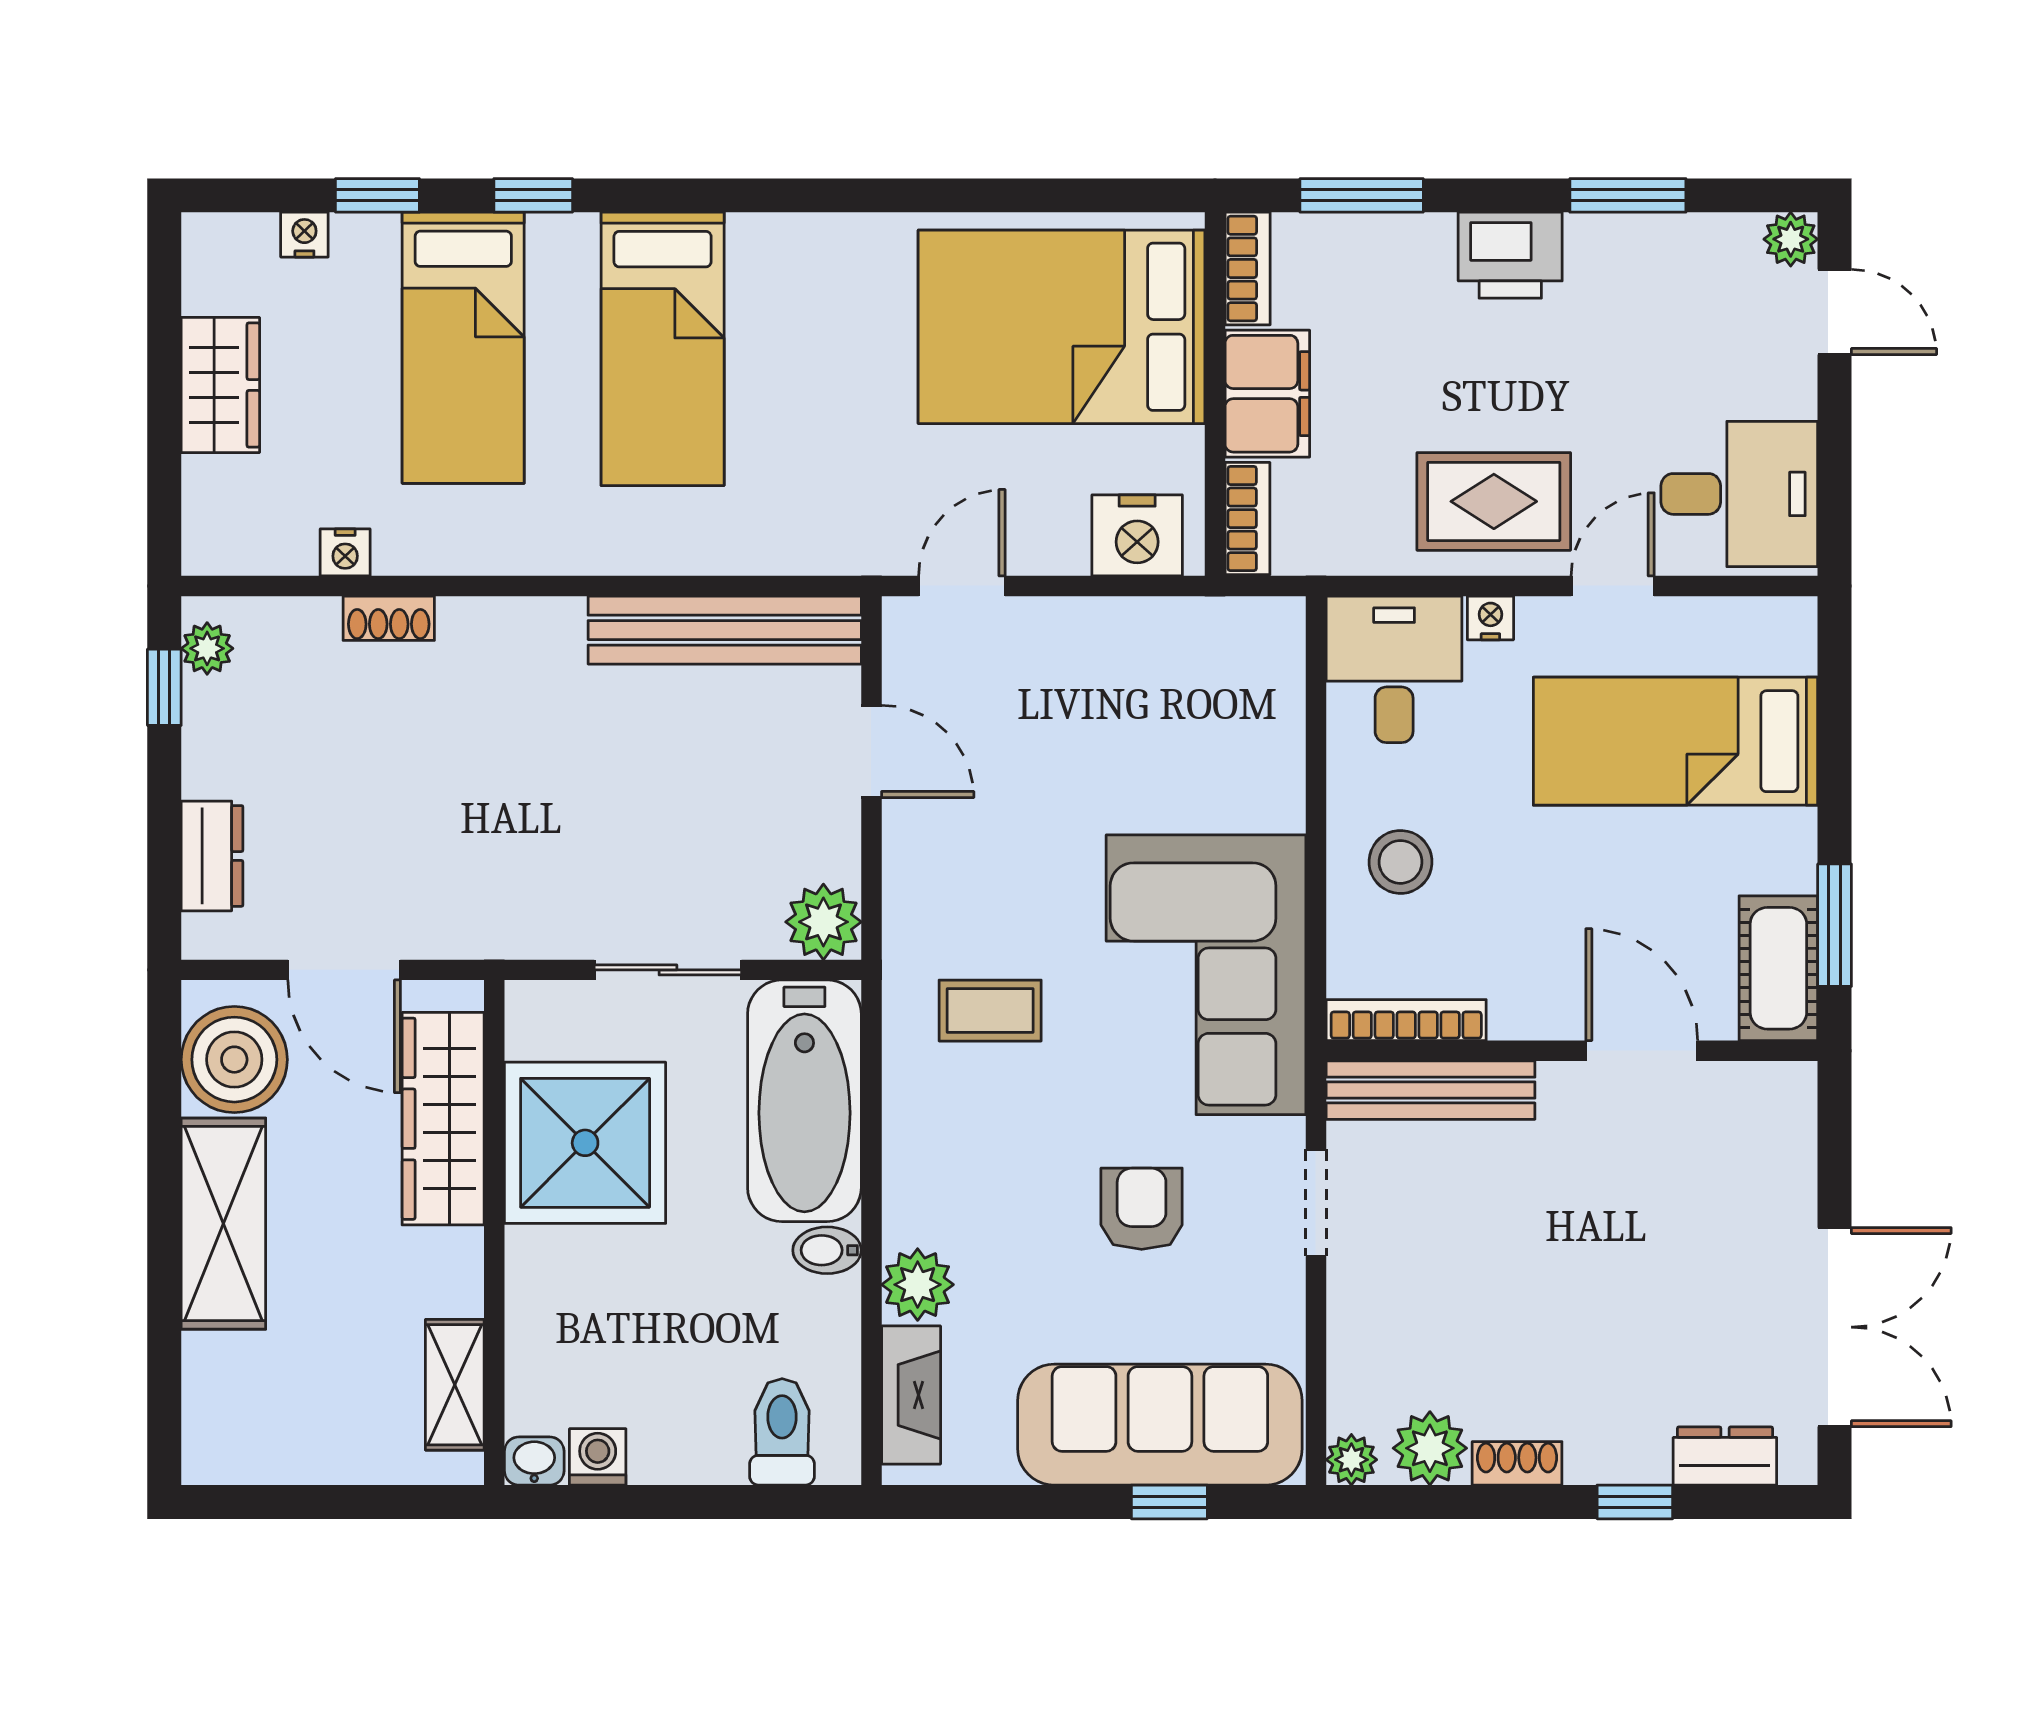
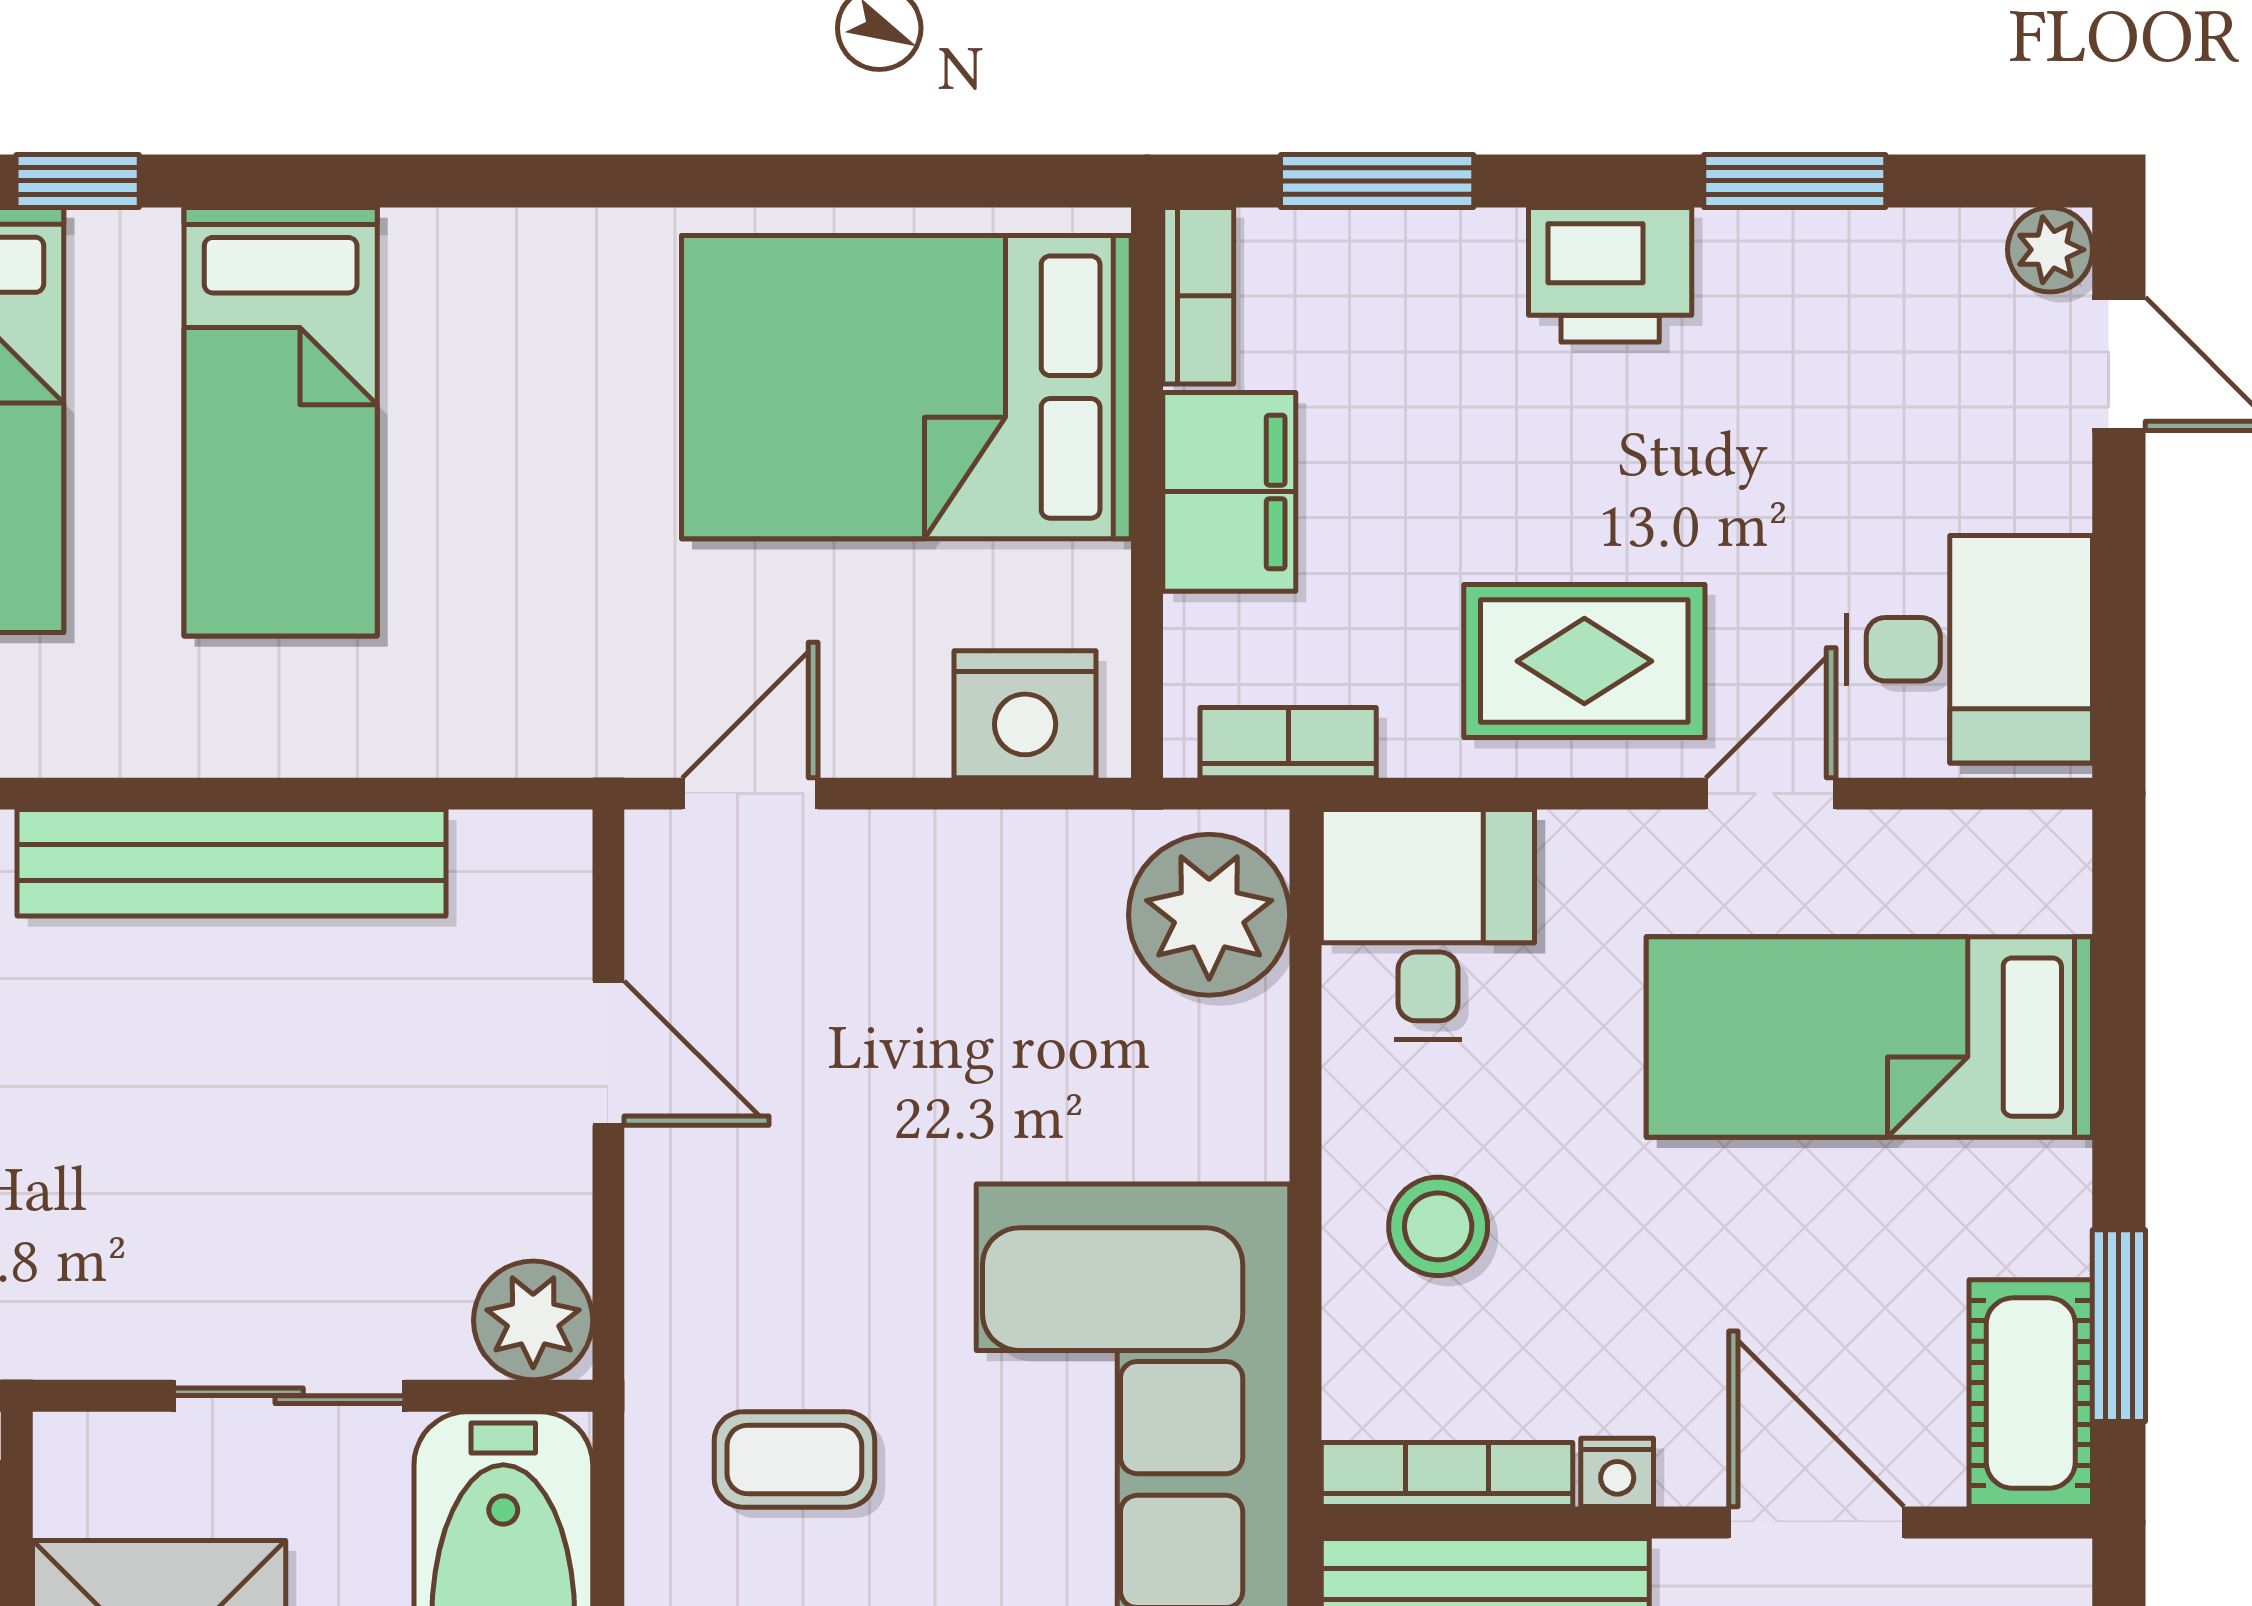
bookcase: (1248, 519) -> (1288, 743), moved, turned -90
nightstand: (1490, 618) -> (1617, 1472), moved, turned 180
bench: (725, 630) -> (232, 863), moved
plant: (1255, 663) -> (1209, 915), added

